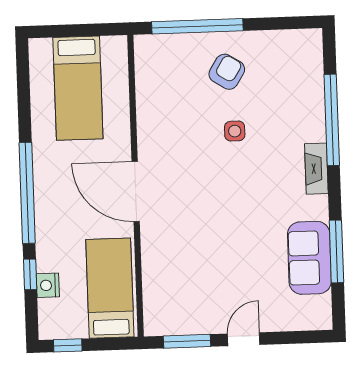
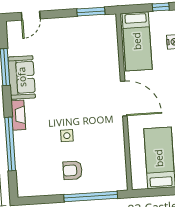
armchair: (227, 72) -> (73, 170), turned 58
sofa: (309, 258) -> (22, 77), moved
door: (244, 339) -> (31, 16), moved

